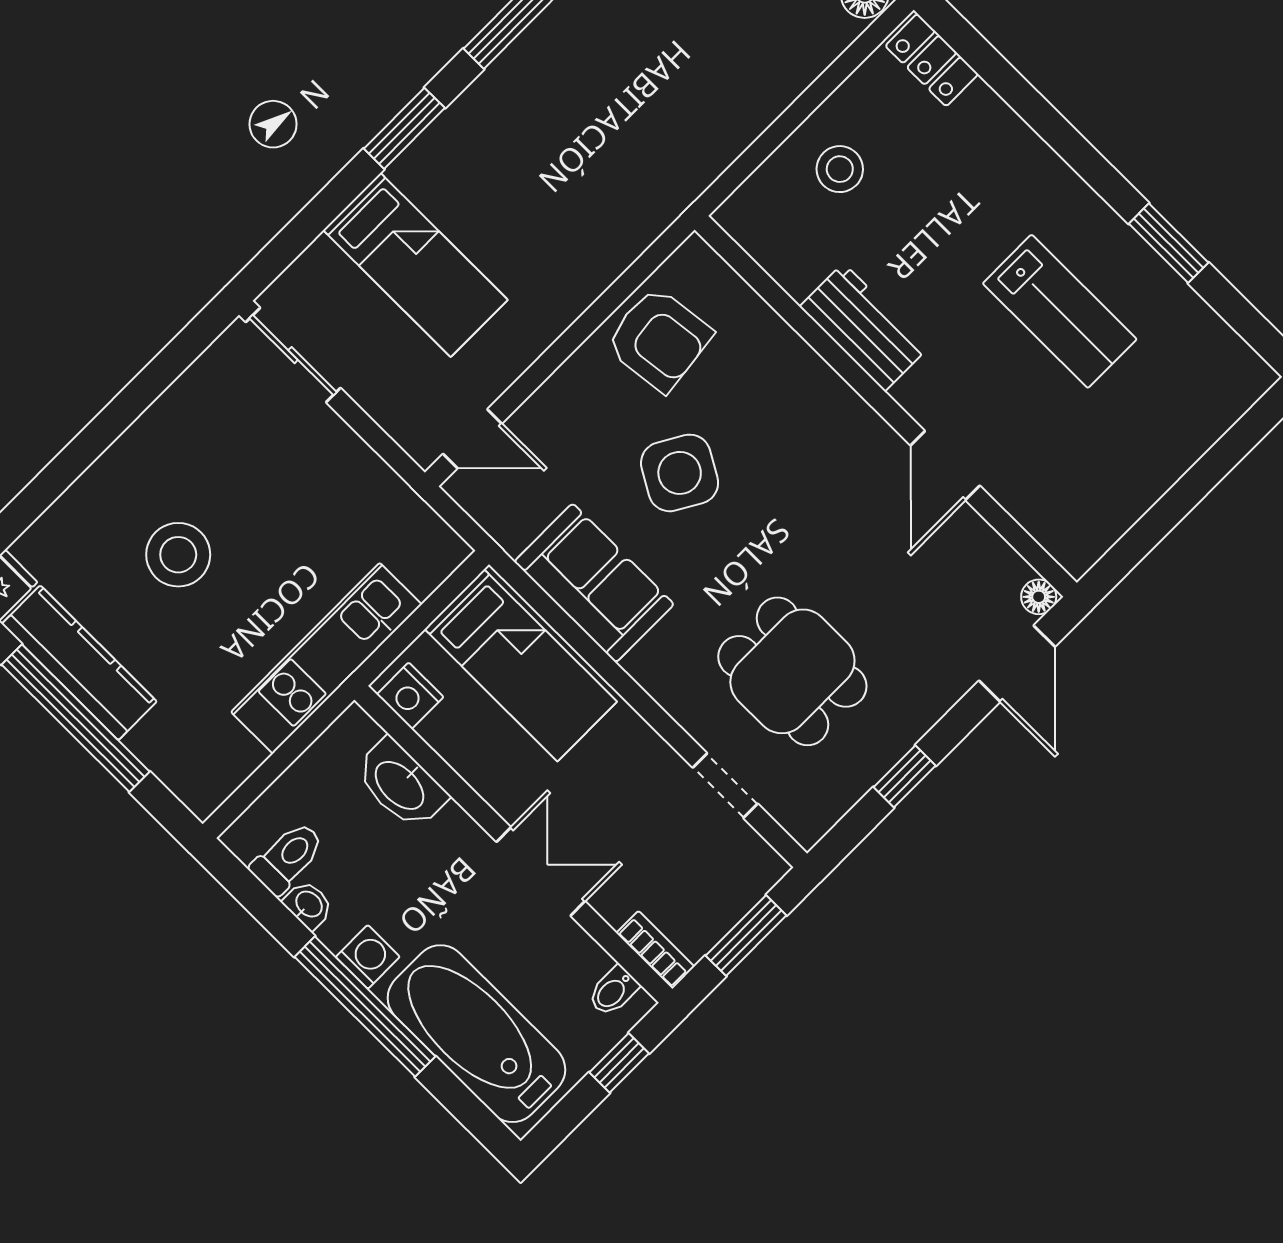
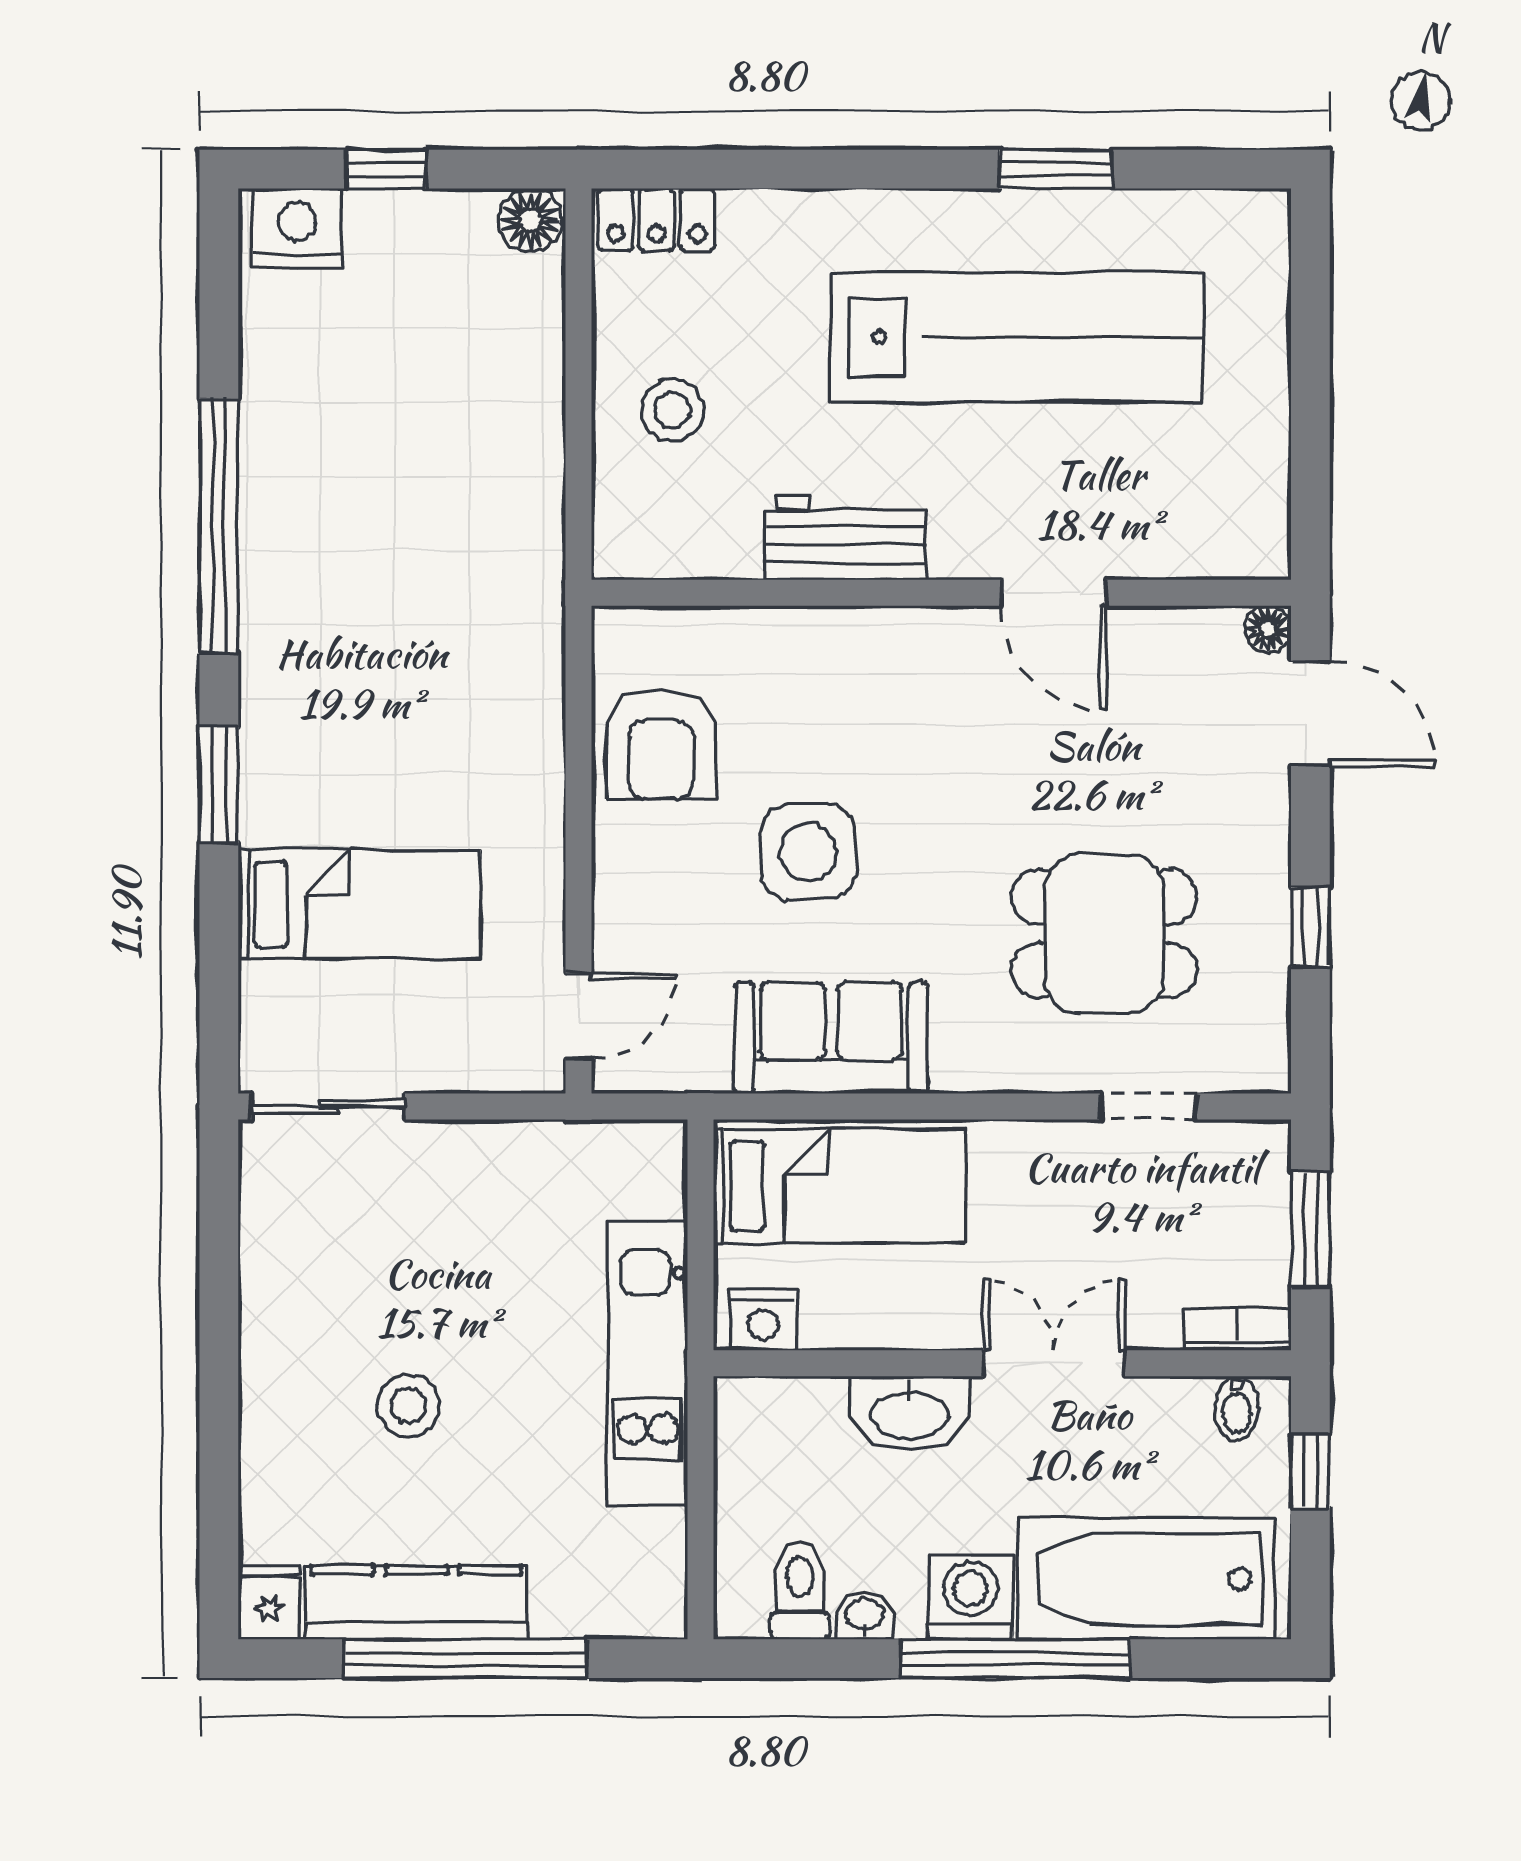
lab bench: (1060, 311) -> (1017, 337), width x1.86, depth x1.39
armchair: (659, 339) -> (661, 744), turned 97
side table: (680, 473) -> (808, 852), turned -31
stool: (178, 555) -> (408, 1406), width x0.73, depth x0.73
washbasin: (401, 784) -> (910, 1413), moved
washing machine: (368, 957) -> (970, 1597), width x1.38, depth x1.38

